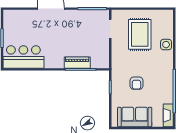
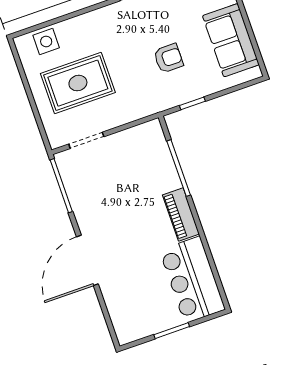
side table: (166, 45) -> (46, 41), moved
piano: (77, 63) -> (181, 215), moved

